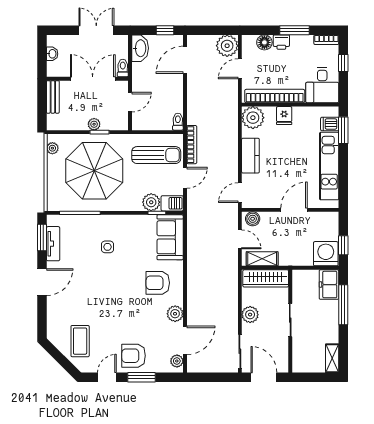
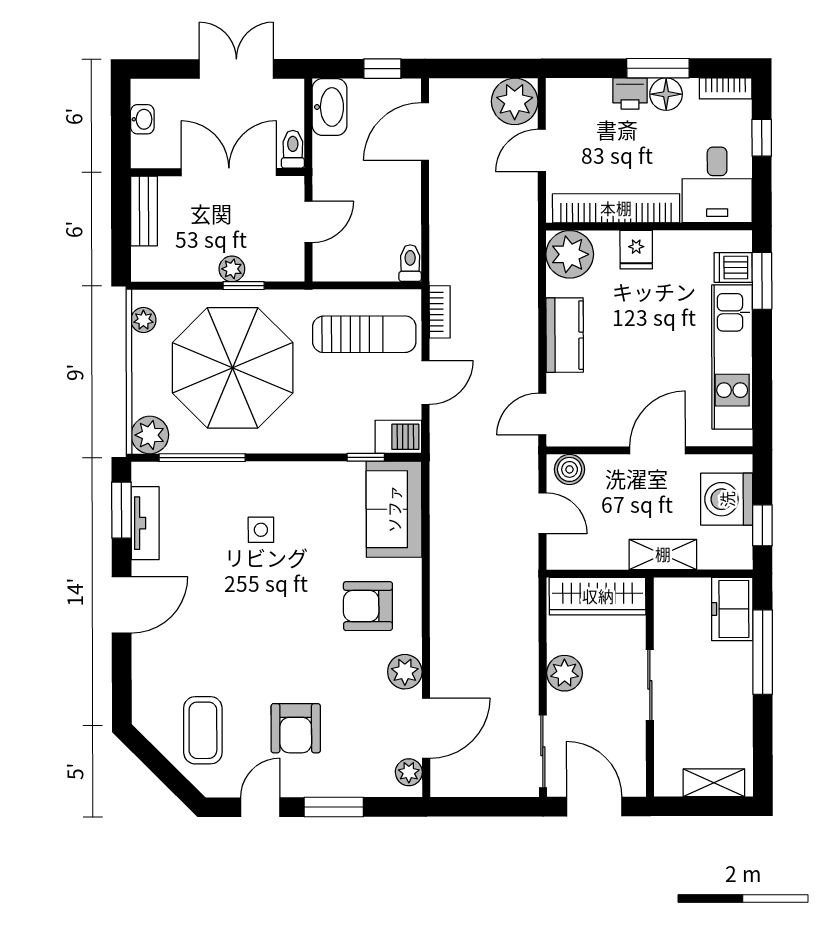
floor lamp: (264, 42) -> (666, 94), moved
bookcase: (192, 145) -> (440, 312), width x0.64
plant: (151, 202) -> (150, 435), moved
washing machine: (326, 254) -> (727, 499), moved, turned -90
shelving: (262, 259) -> (663, 554), moved
armchair: (134, 356) -> (296, 728), moved, turned -90
shelving: (332, 358) -> (714, 783), moved, turned 90

